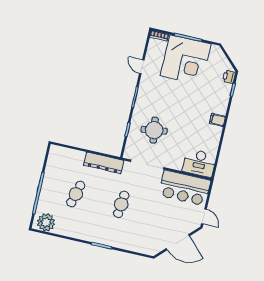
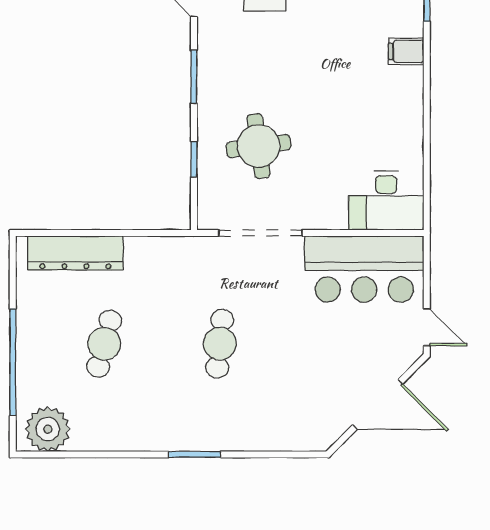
filing cabinet: (217, 120) -> (406, 51), moved
dresser: (104, 163) -> (75, 253), moved

